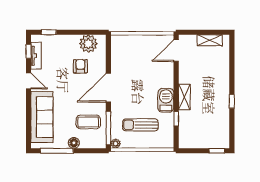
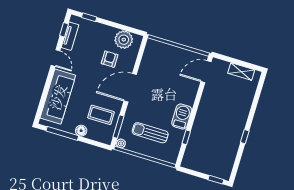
shelving: (184, 97) -> (200, 119), removed
window: (108, 128) -> (118, 127), width x0.69

